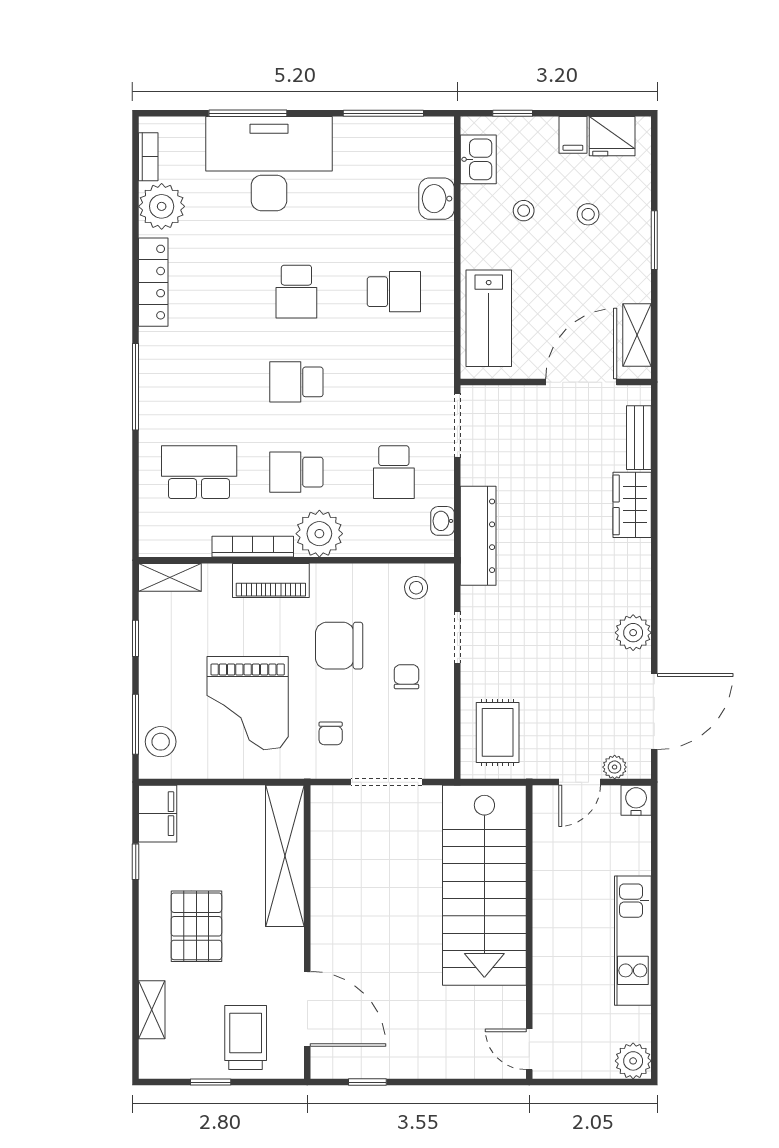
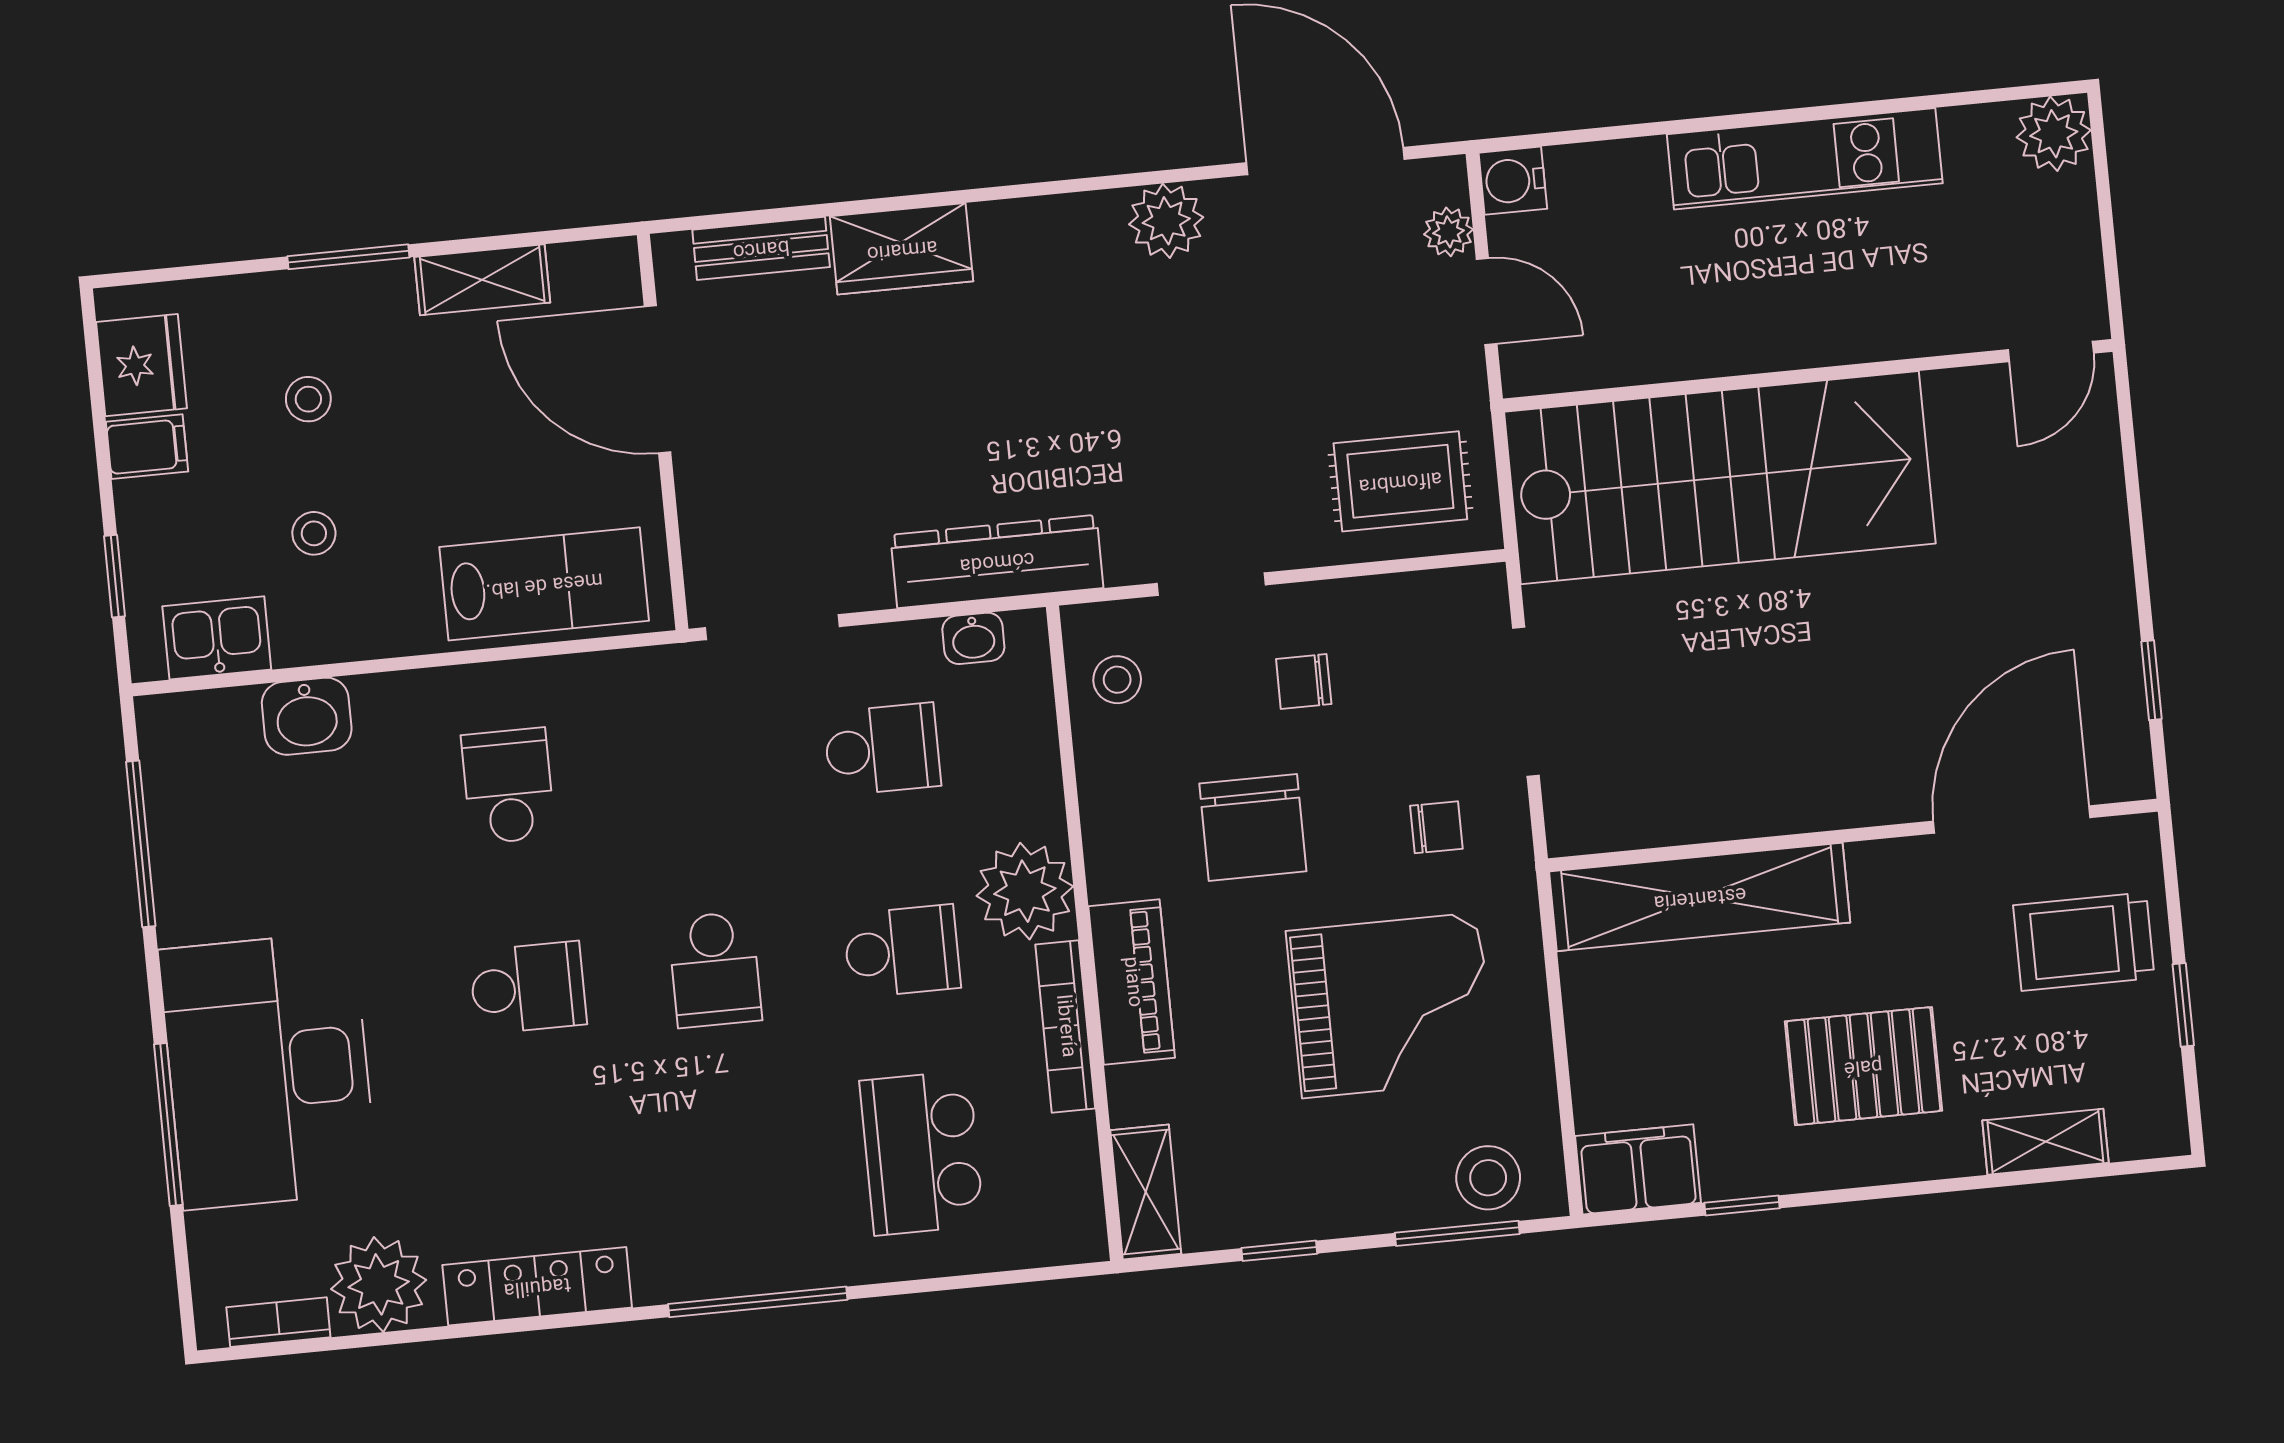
shelving: (637, 335) -> (482, 280), moved
school desk: (296, 472) -> (902, 951), turned -90

